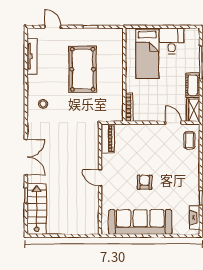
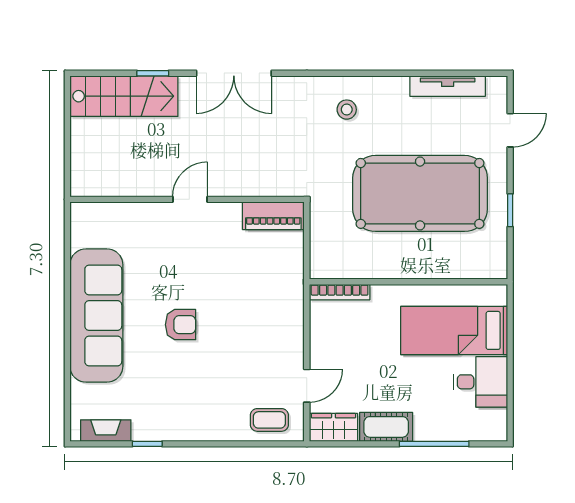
pool table: (83, 69) -> (420, 193), width x1.36, depth x1.32
piano: (108, 138) -> (273, 216), moved
door: (100, 178) -> (190, 199), moved
wall: (100, 179) -> (187, 199), moved

